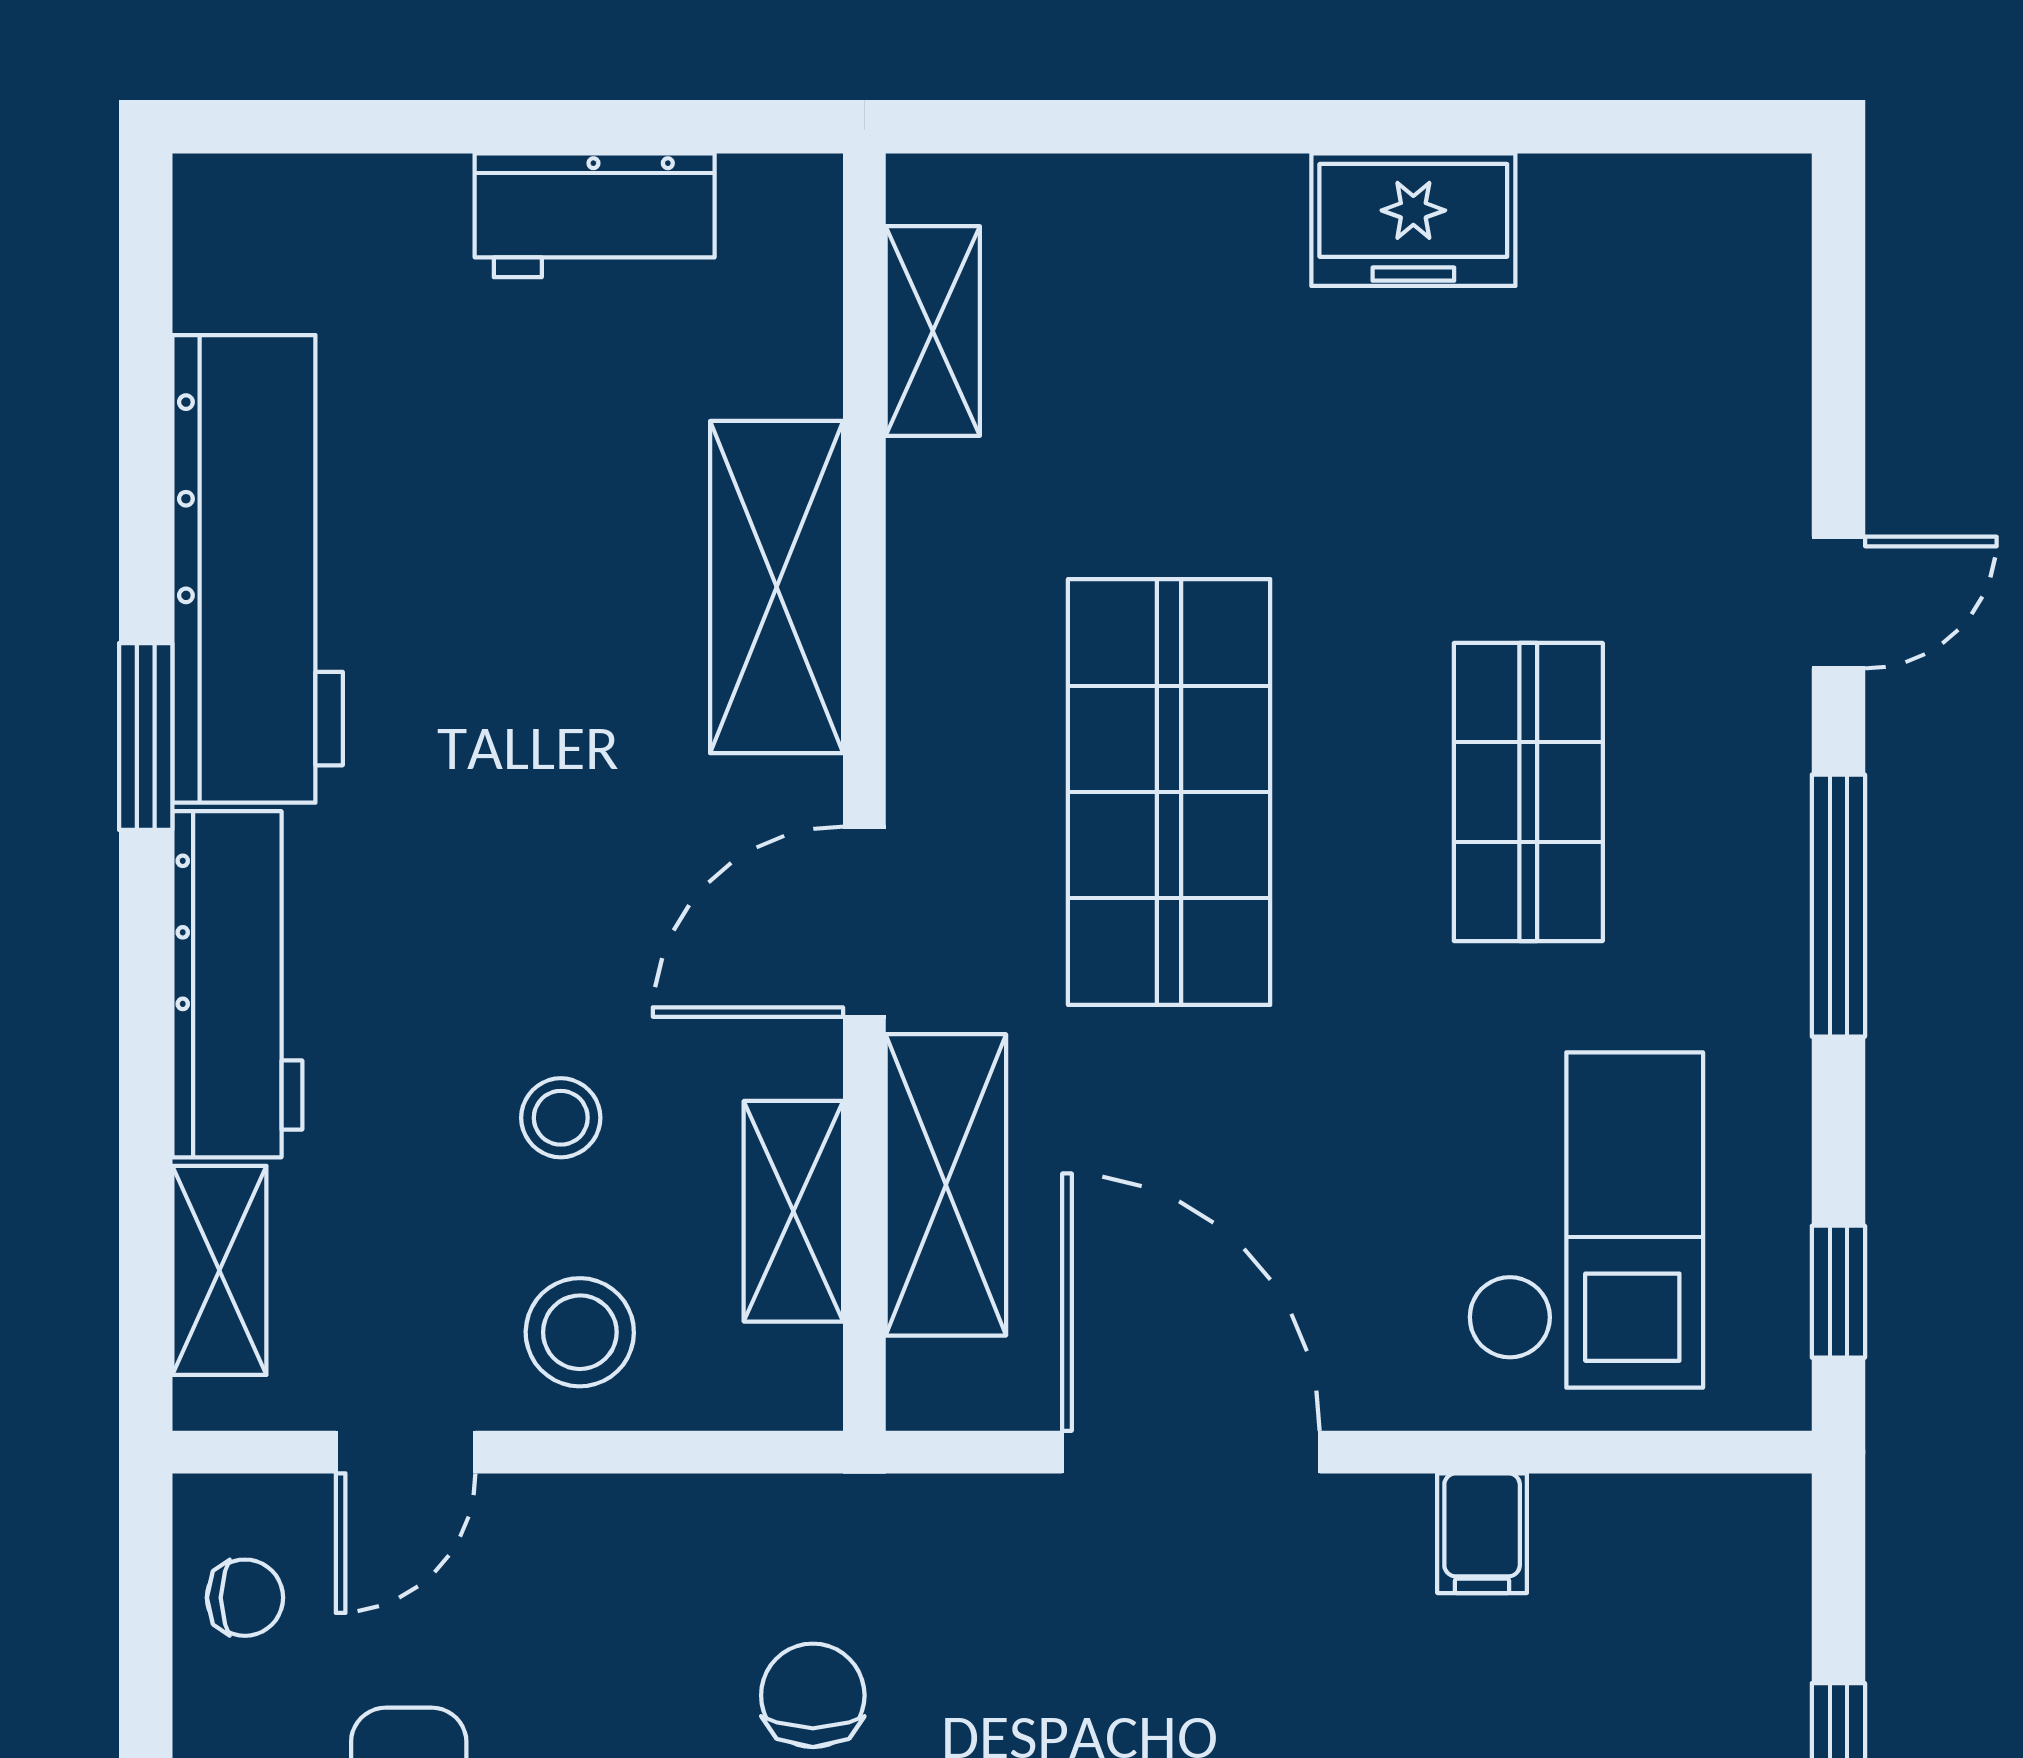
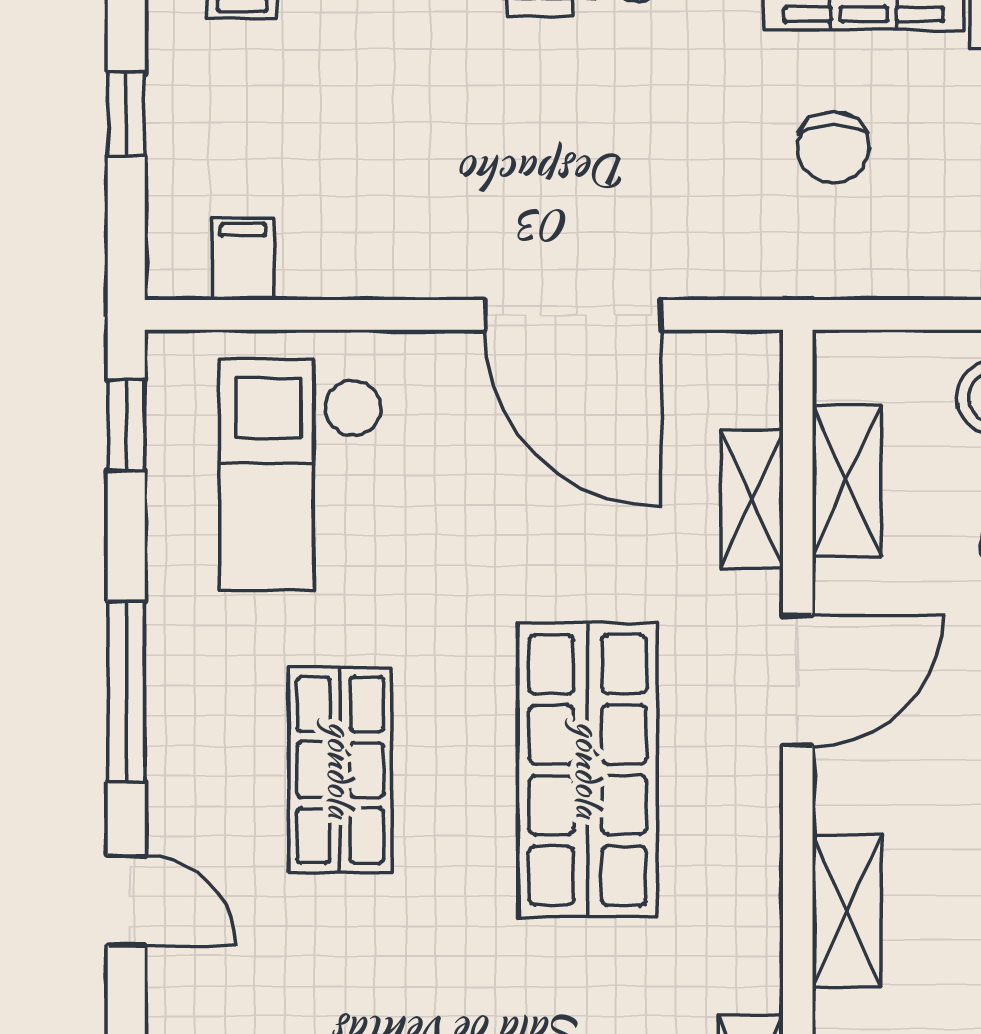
shelving: (777, 587) -> (847, 911), width x0.67, depth x0.75
door: (1838, 603) -> (126, 900), swing flipped
shelving: (946, 1185) -> (752, 499), width x0.67, depth x0.75
filing cabinet: (1482, 1533) -> (243, 259), moved

